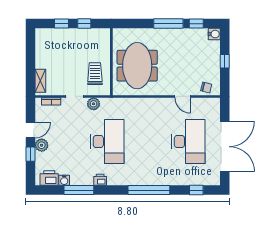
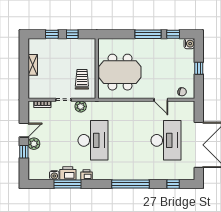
meeting table: (137, 66) -> (120, 72), turned 90
shelving: (40, 81) -> (33, 65), moved
printer: (49, 178) -> (68, 173), moved

